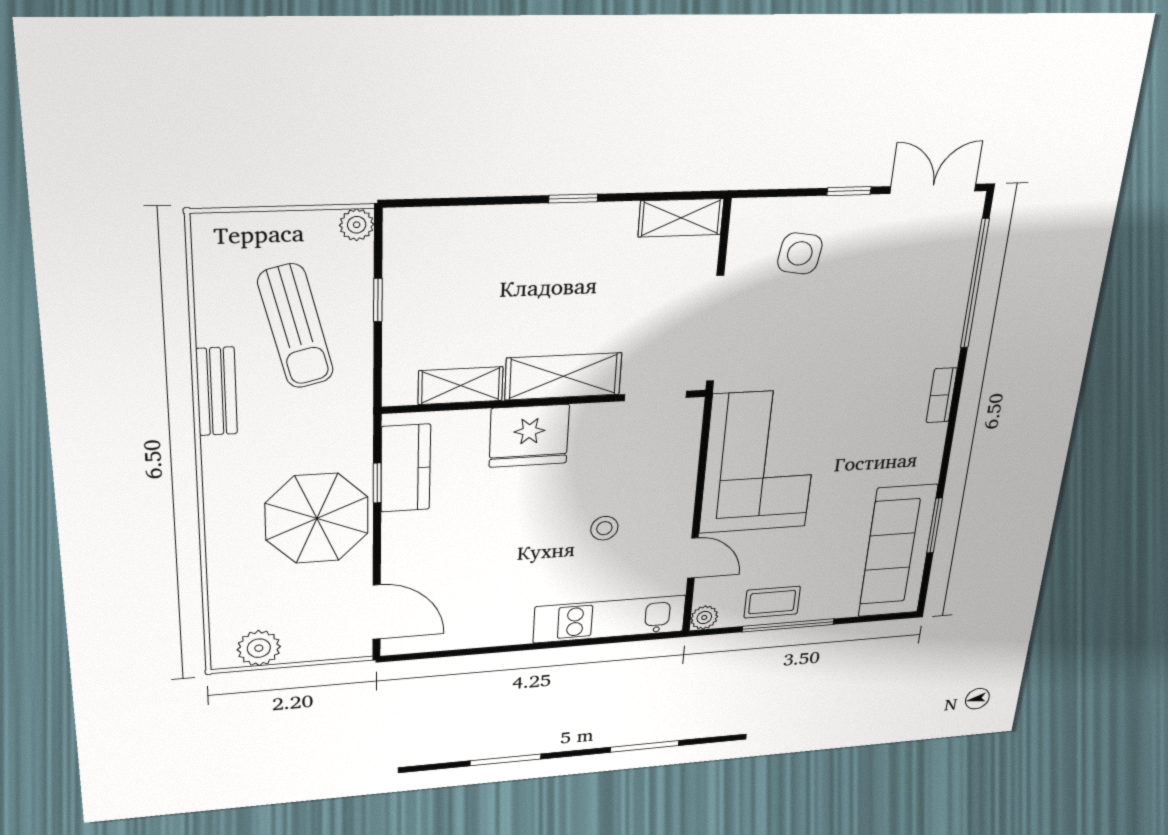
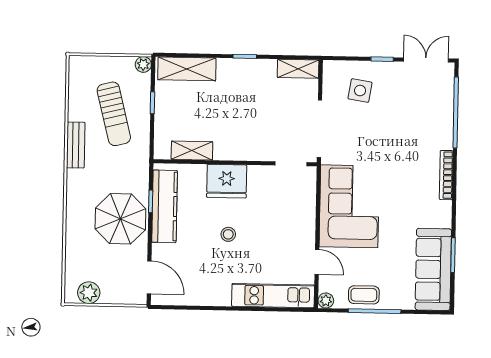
shelving: (563, 376) -> (187, 69), moved
bookcase: (942, 395) -> (446, 175), width x1.56
kitchen counter: (406, 468) -> (165, 206), width x1.50
stool: (604, 528) -> (228, 234), moved

